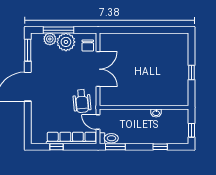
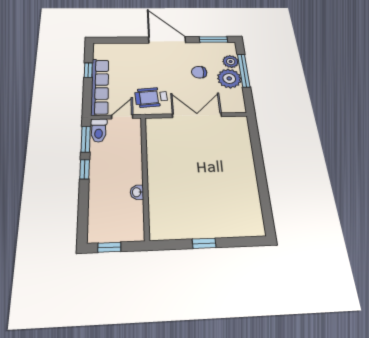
chair: (88, 46) -> (199, 72), moved
double door: (98, 69) -> (197, 115), swing flipped
window: (160, 147) -> (85, 169), moved

